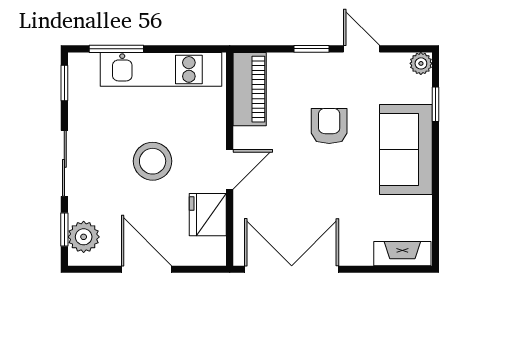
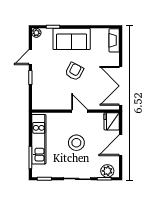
piano: (250, 89) -> (47, 103), removed
armchair: (329, 126) -> (74, 71), moved, turned 118
fridge: (208, 215) -> (112, 121), moved, turned 90

